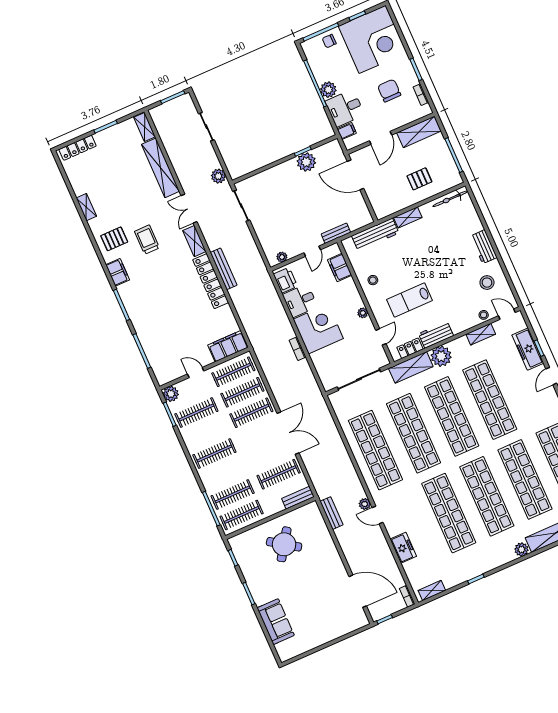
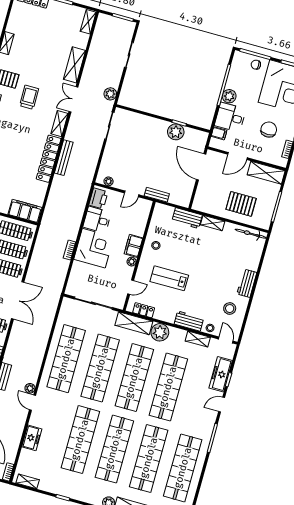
shelving: (160, 168) -> (75, 65), width x0.68
pallet: (419, 179) -> (241, 204), width x1.50, depth x1.42
workbench: (375, 234) -> (187, 218), width x0.73
filing cabinet: (340, 267) -> (133, 246), moved
workbench: (436, 335) -> (189, 321), moved

